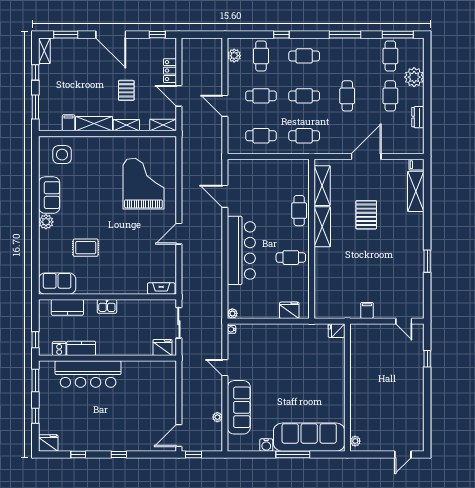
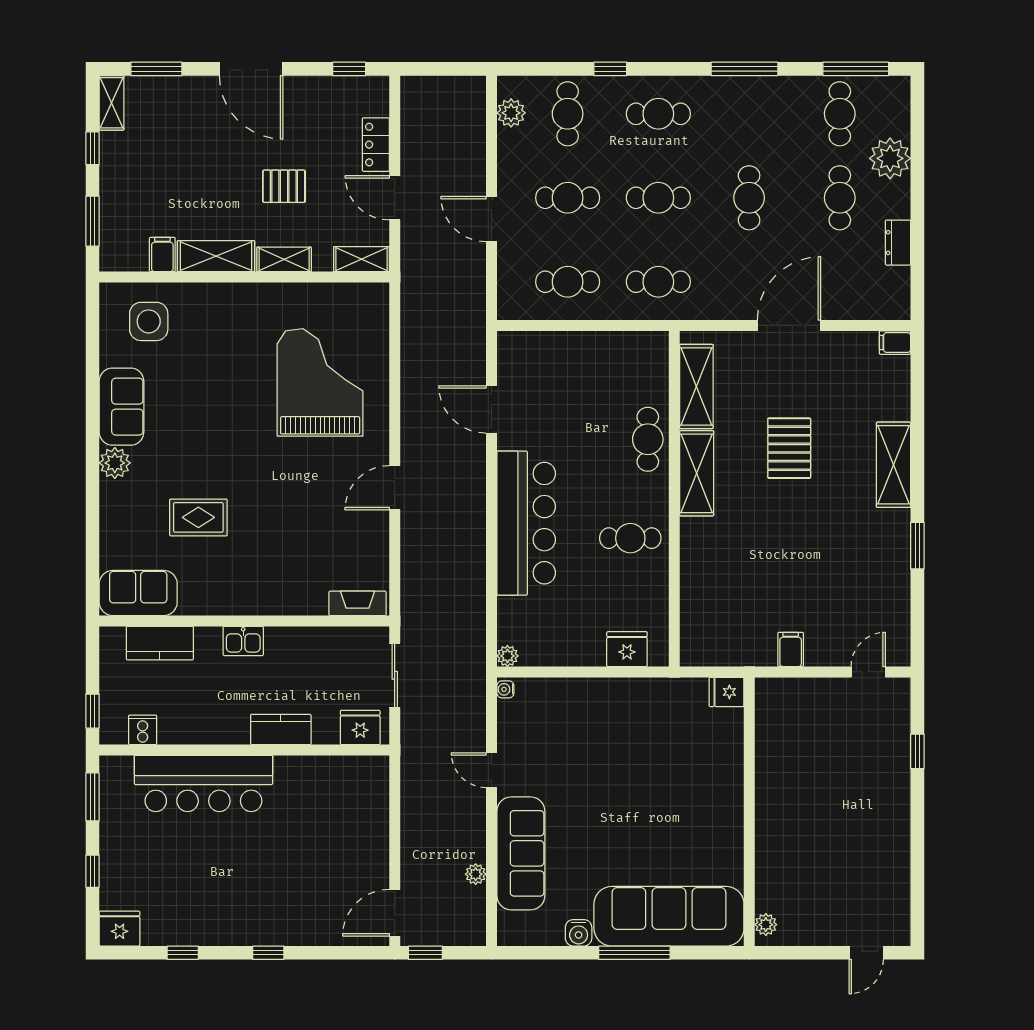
pallet: (126, 90) -> (284, 186), turned 90
shelving: (416, 191) -> (894, 465), moved
door: (404, 321) -> (868, 672), swing flipped
kitchen counter: (81, 348) -> (281, 729), moved

